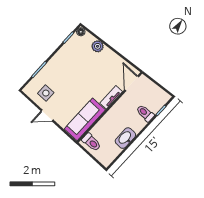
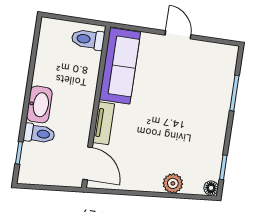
side table: (46, 93) -> (202, 66), removed
door: (47, 115) -> (178, 35), hinge flipped
washbasin: (125, 138) -> (39, 104), moved

